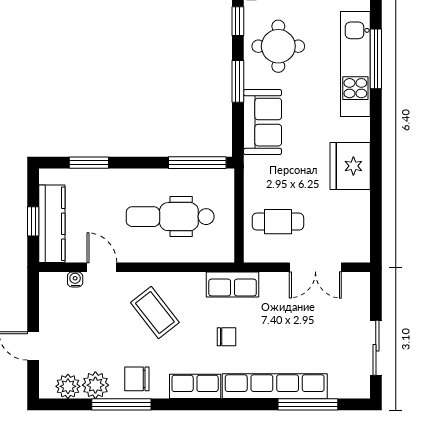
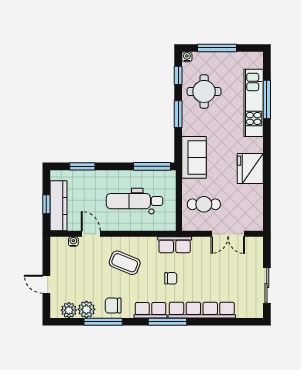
sofa: (263, 122) -> (194, 157), moved
coffee table: (155, 312) -> (125, 263), turned -30
window: (308, 404) -> (168, 322), moved

